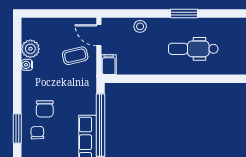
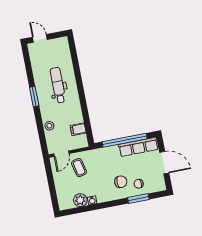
dental chair: (193, 49) -> (58, 85), turned 180
filing cabinet: (109, 65) -> (78, 129), moved

